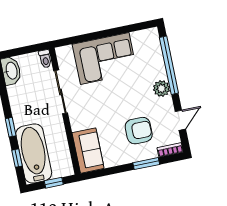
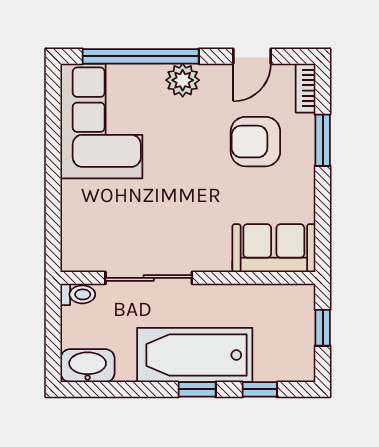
corner sofa: (105, 59) -> (101, 121), moved
door: (180, 120) -> (252, 56), swing flipped
armchair: (139, 131) -> (255, 142), turned -90
bathtub: (34, 153) -> (195, 355), moved

